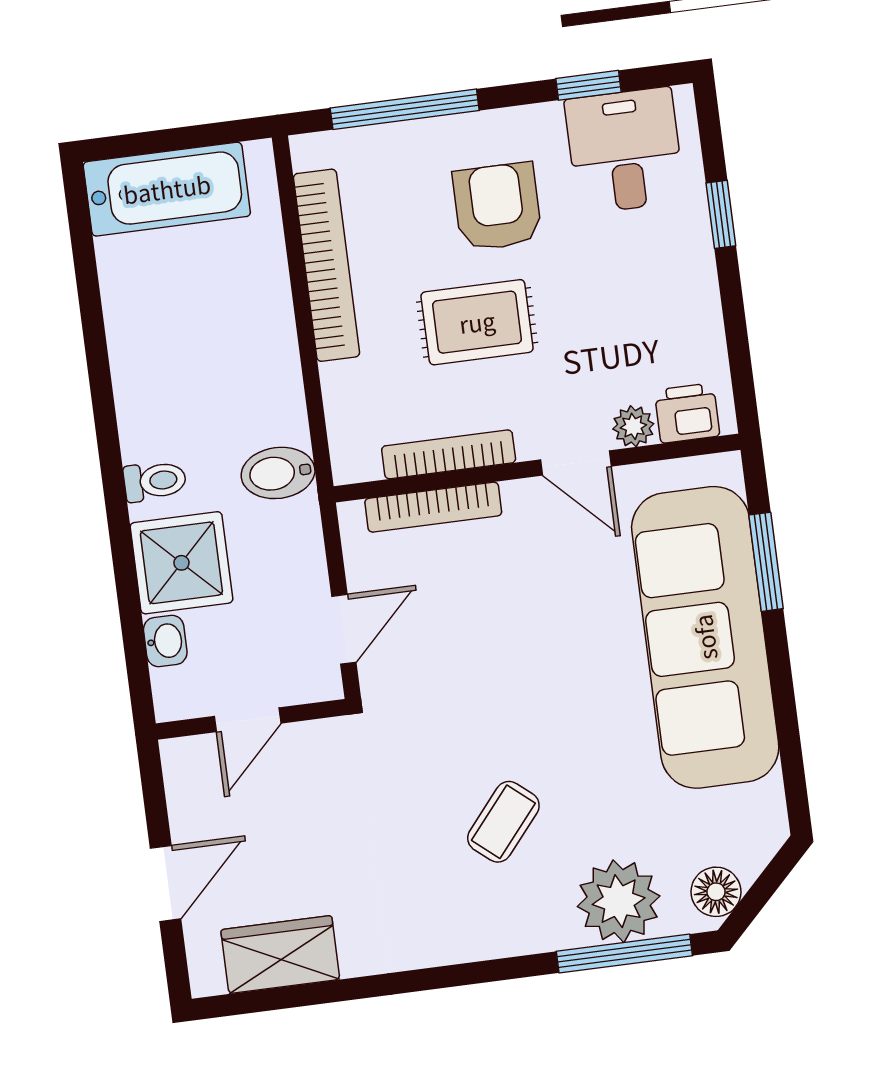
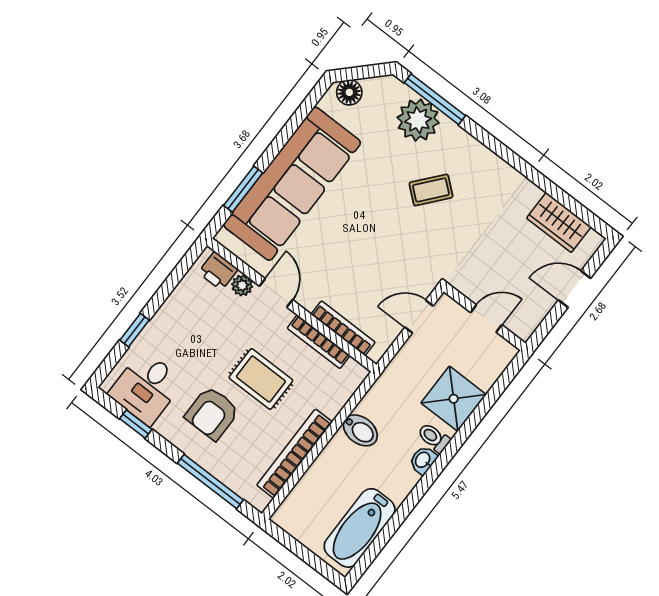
bathtub: (167, 189) -> (360, 528), moved, turned -90
bidet: (278, 473) -> (360, 430), moved
washbasin: (165, 641) -> (423, 460), moved
floor lamp: (716, 892) -> (349, 92), moved

